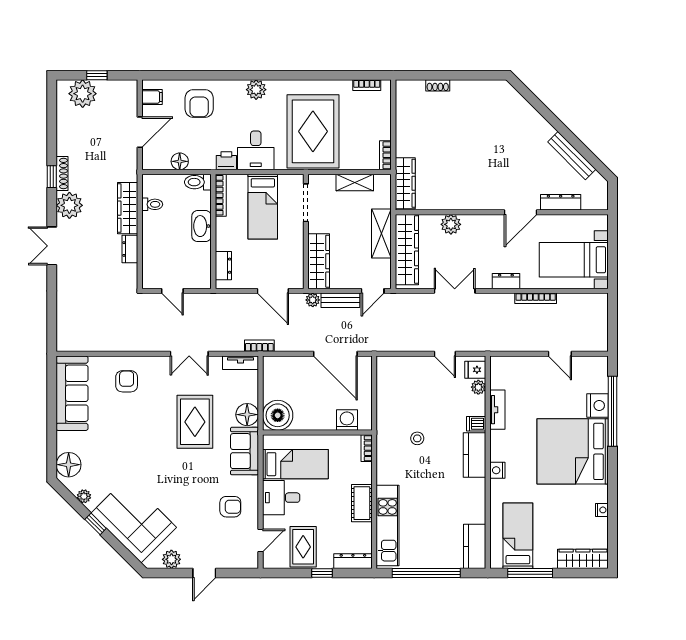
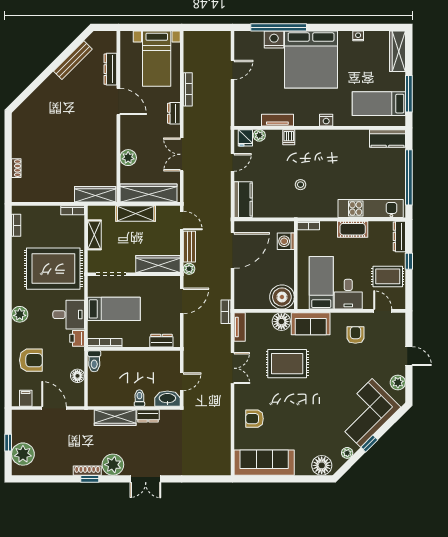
toilet: (152, 204) -> (139, 398), moved
washbasin: (202, 226) -> (167, 399), moved, turned 180
kitchen counter: (474, 455) -> (243, 200), moved, turned -90

